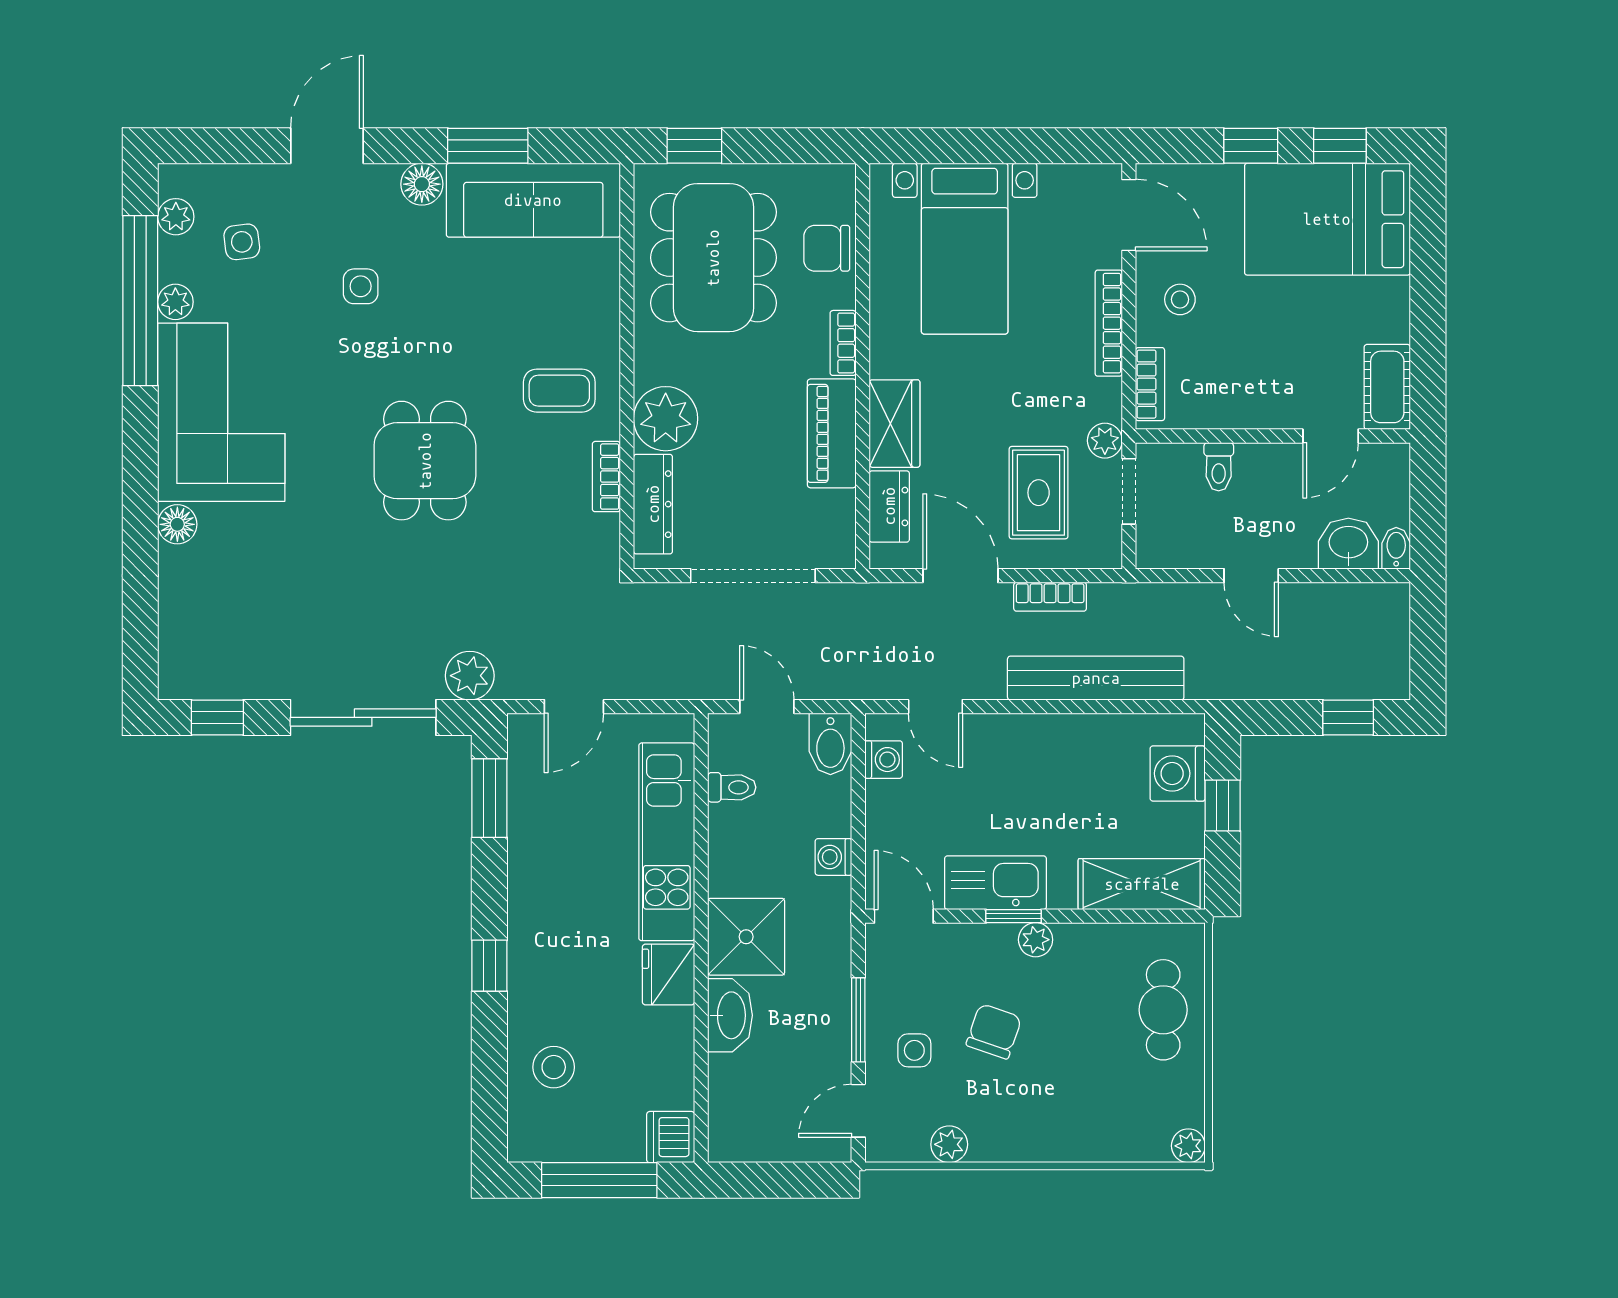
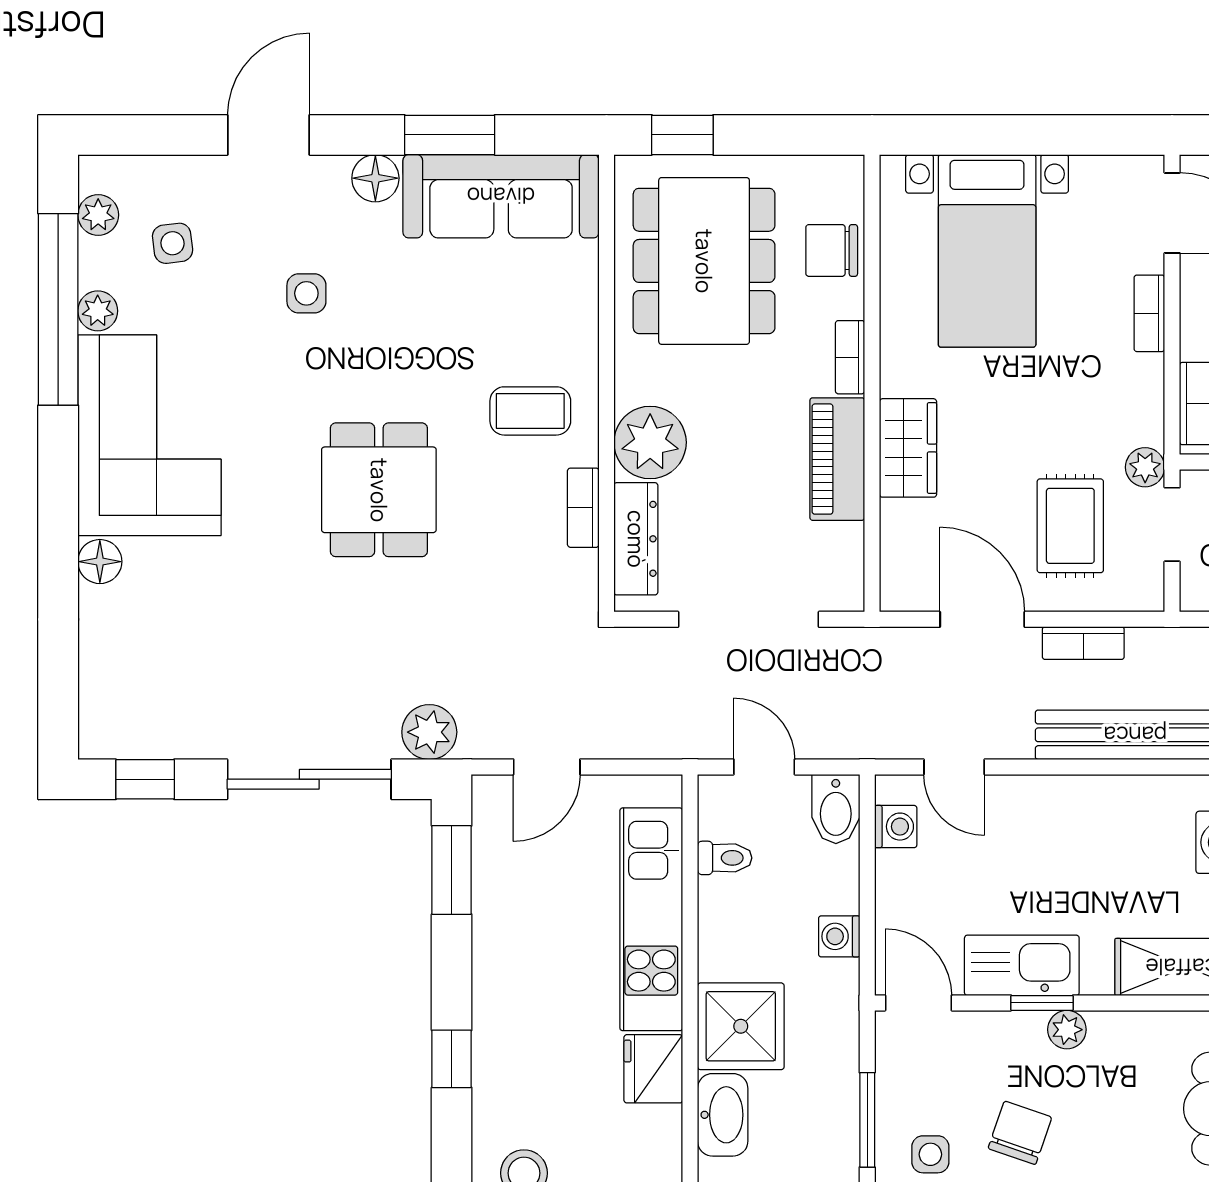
bookcase: (1109, 323) -> (1149, 313), width x0.64
dresser: (889, 506) -> (902, 541), removed

